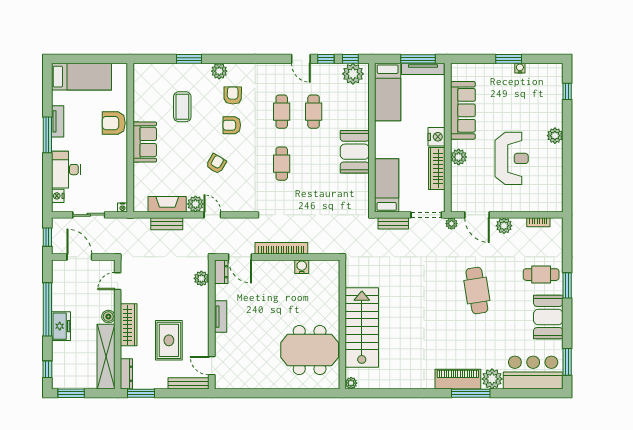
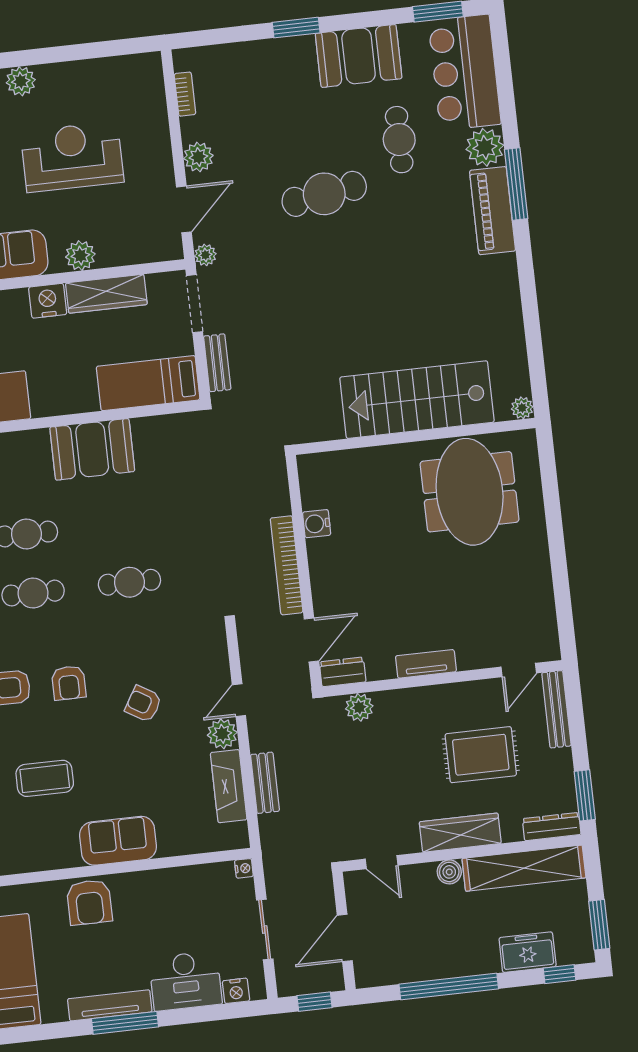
tv unit: (58, 121) -> (110, 1005), width x1.41
cafe table: (541, 275) -> (399, 140), moved
freezer: (61, 326) -> (528, 952), moved

